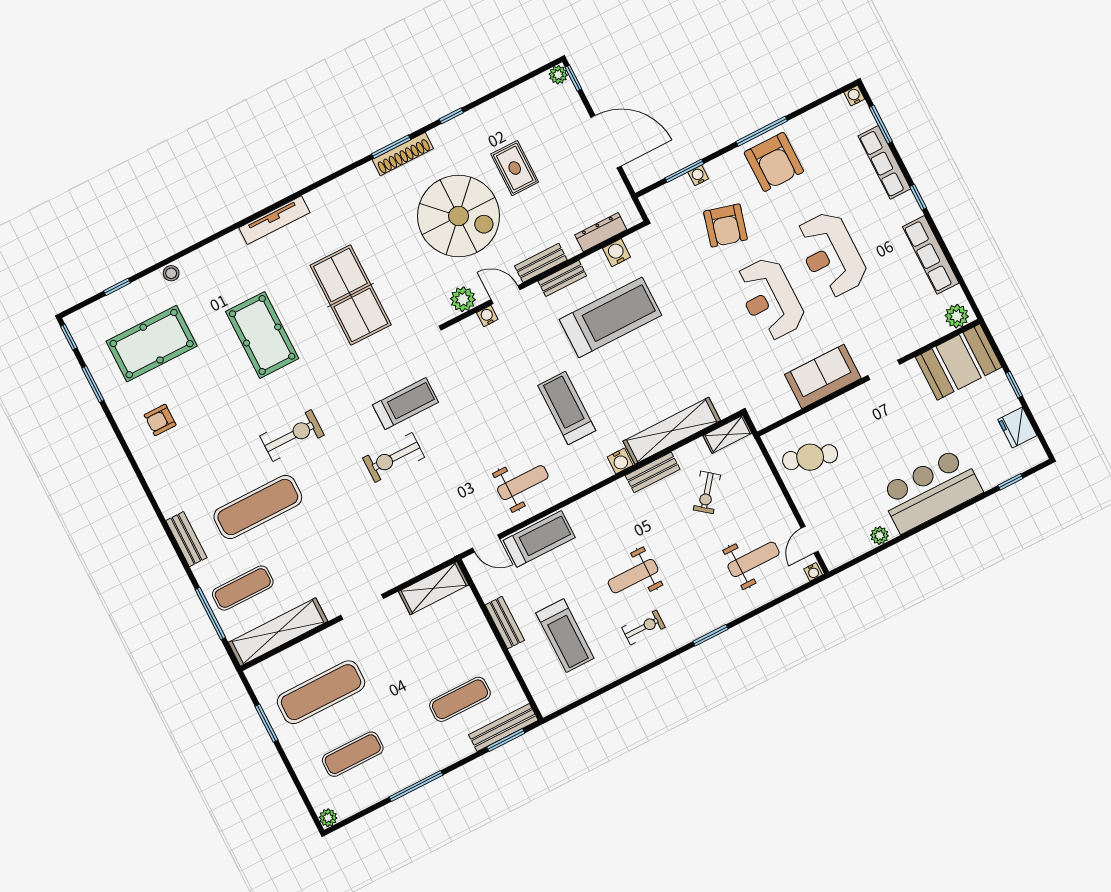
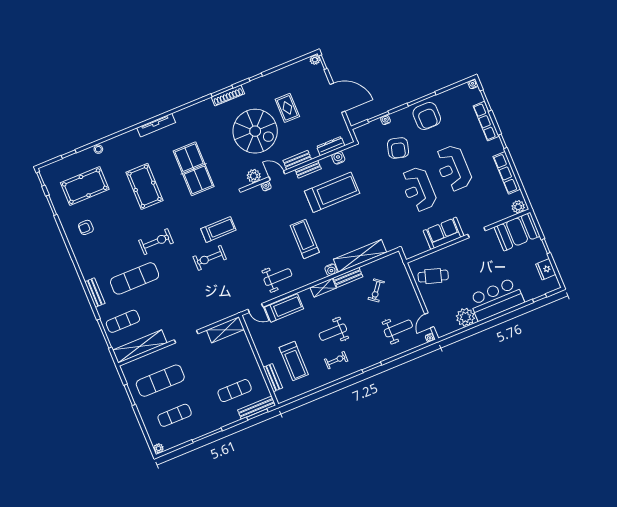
shelving: (728, 434) -> (323, 288), moved
plant: (880, 535) -> (465, 317), width x1.88, depth x1.88
bench: (505, 623) -> (273, 378), moved

